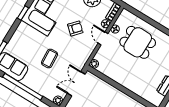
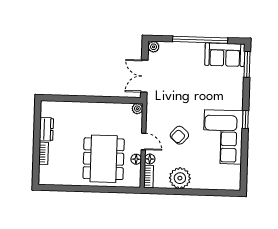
dining table: (138, 42) -> (104, 159), width x1.38
coffee table: (50, 58) -> (189, 87), removed
double door: (76, 84) -> (144, 76), swing flipped

